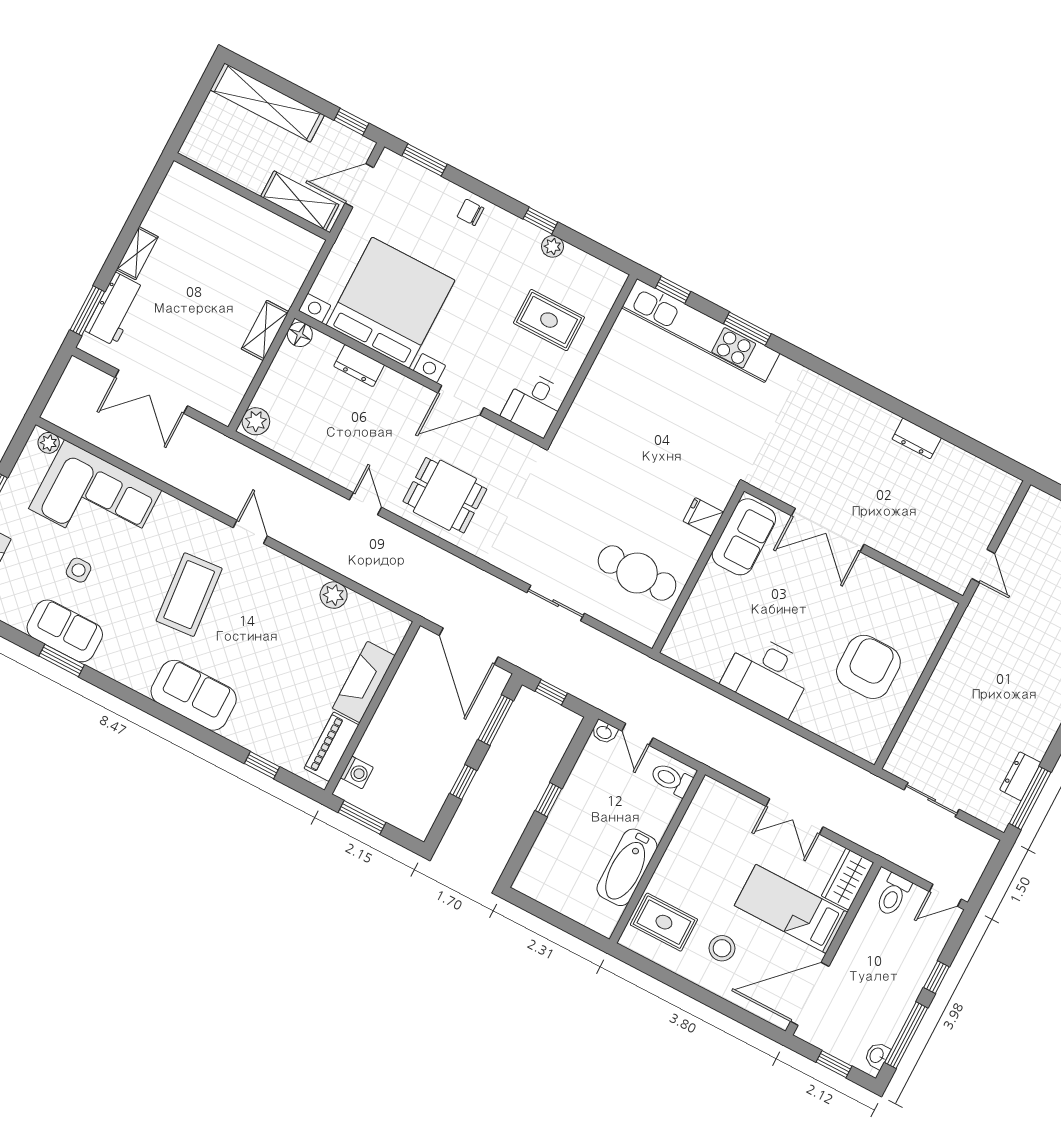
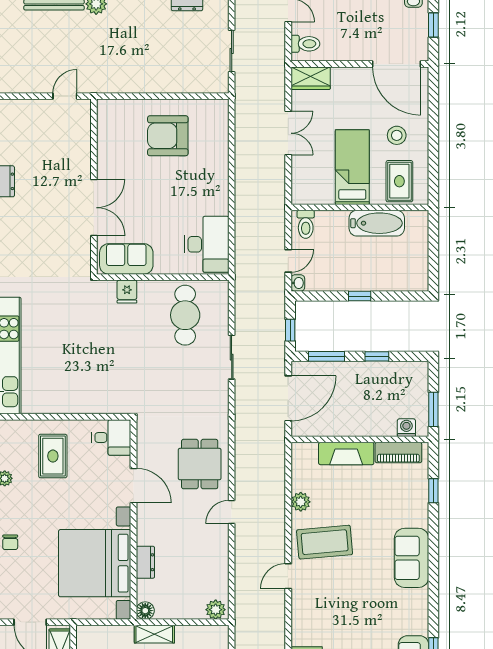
coffee table: (189, 595) -> (325, 542), moved
desk: (768, 675) -> (207, 244), moved
bed: (791, 909) -> (352, 167), moved, turned 180

